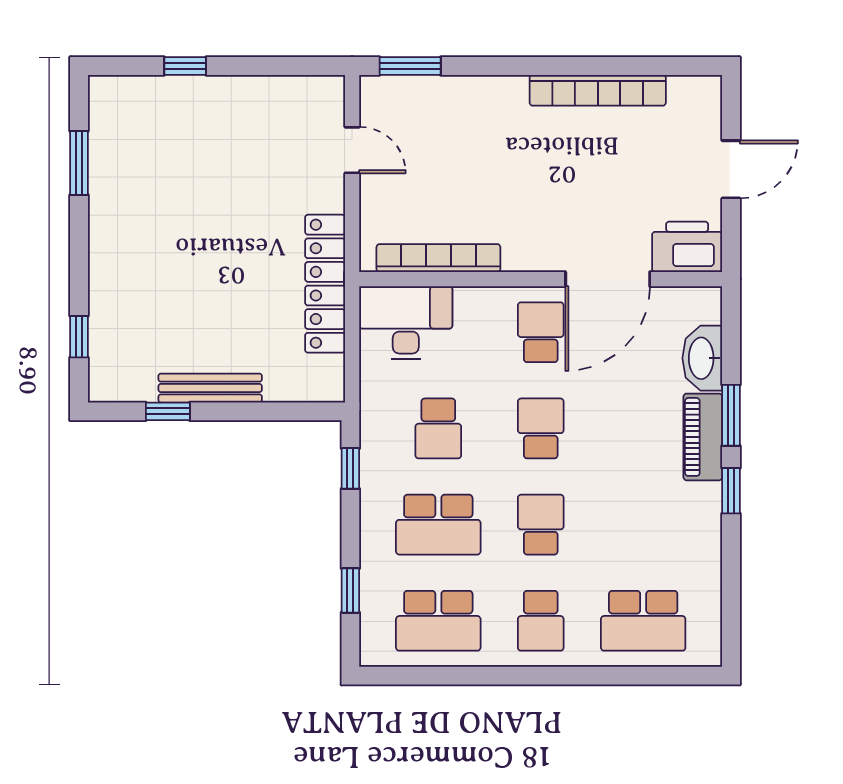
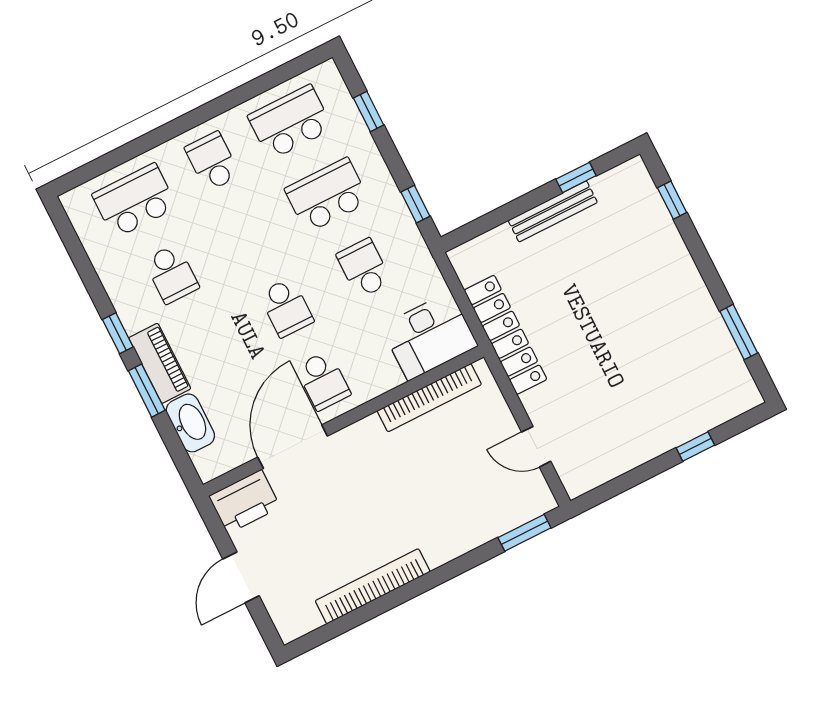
school desk: (541, 525) -> (171, 274), moved

